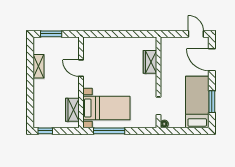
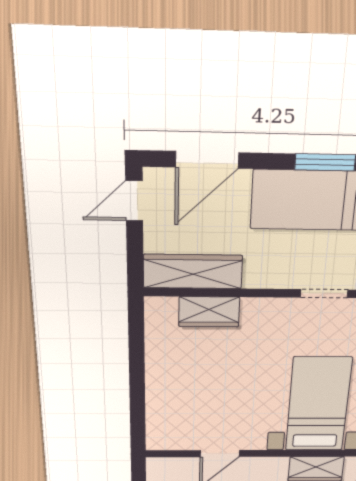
wardrobe: (167, 55) -> (193, 272), added

